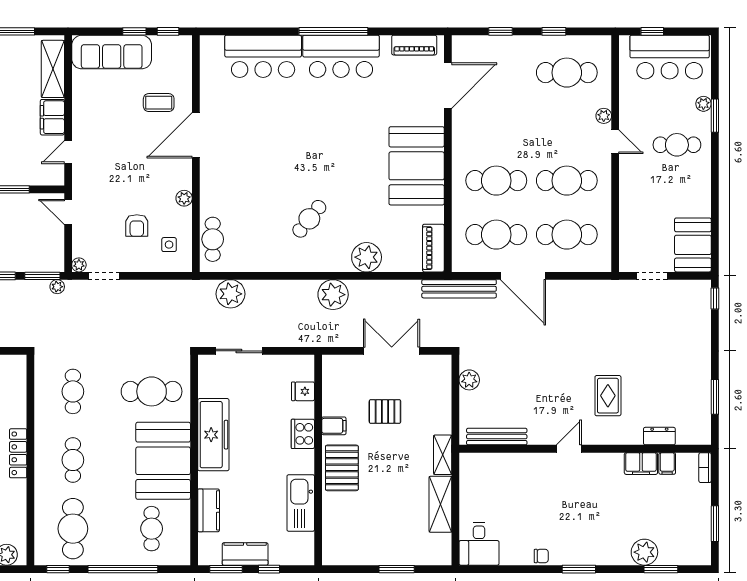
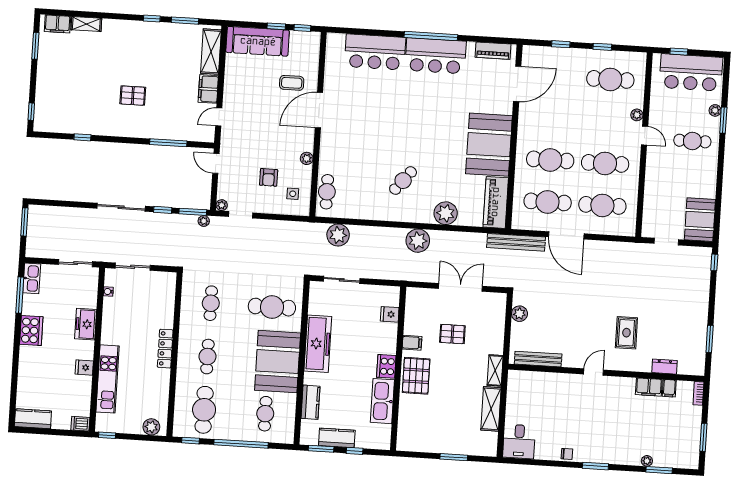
piano: (433, 248) -> (496, 202), width x1.37, depth x1.33
cooker: (303, 434) -> (386, 366), moved
plant: (644, 552) -> (647, 461), width x0.53, depth x0.53

